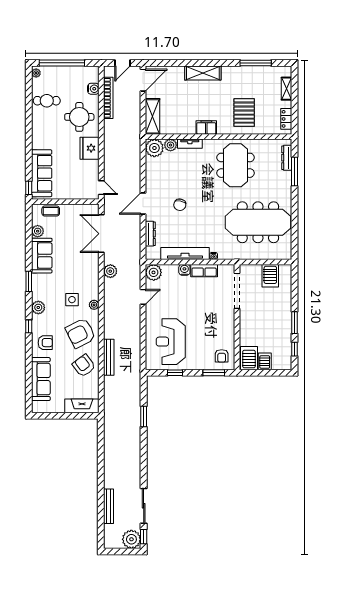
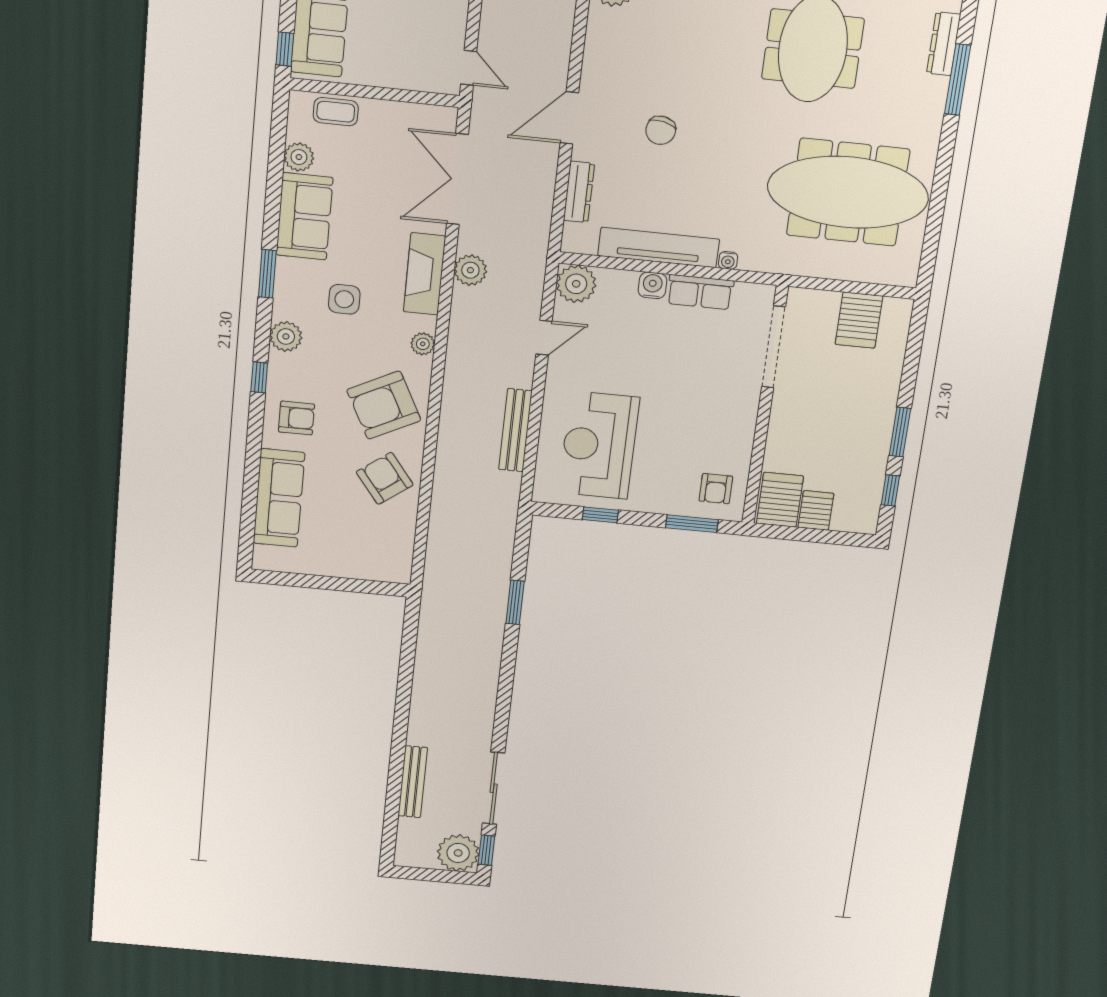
side table: (72, 300) -> (344, 299), moved
bench: (109, 357) -> (515, 430), moved
fireplace: (82, 406) -> (425, 274), moved, turned -90

